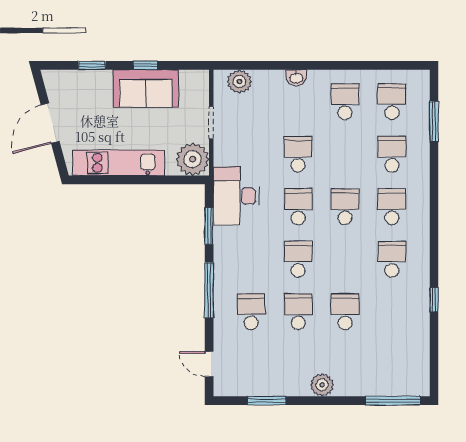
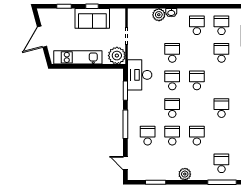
plant: (239, 82) -> (159, 15), moved
school desk: (392, 207) -> (221, 163), moved

